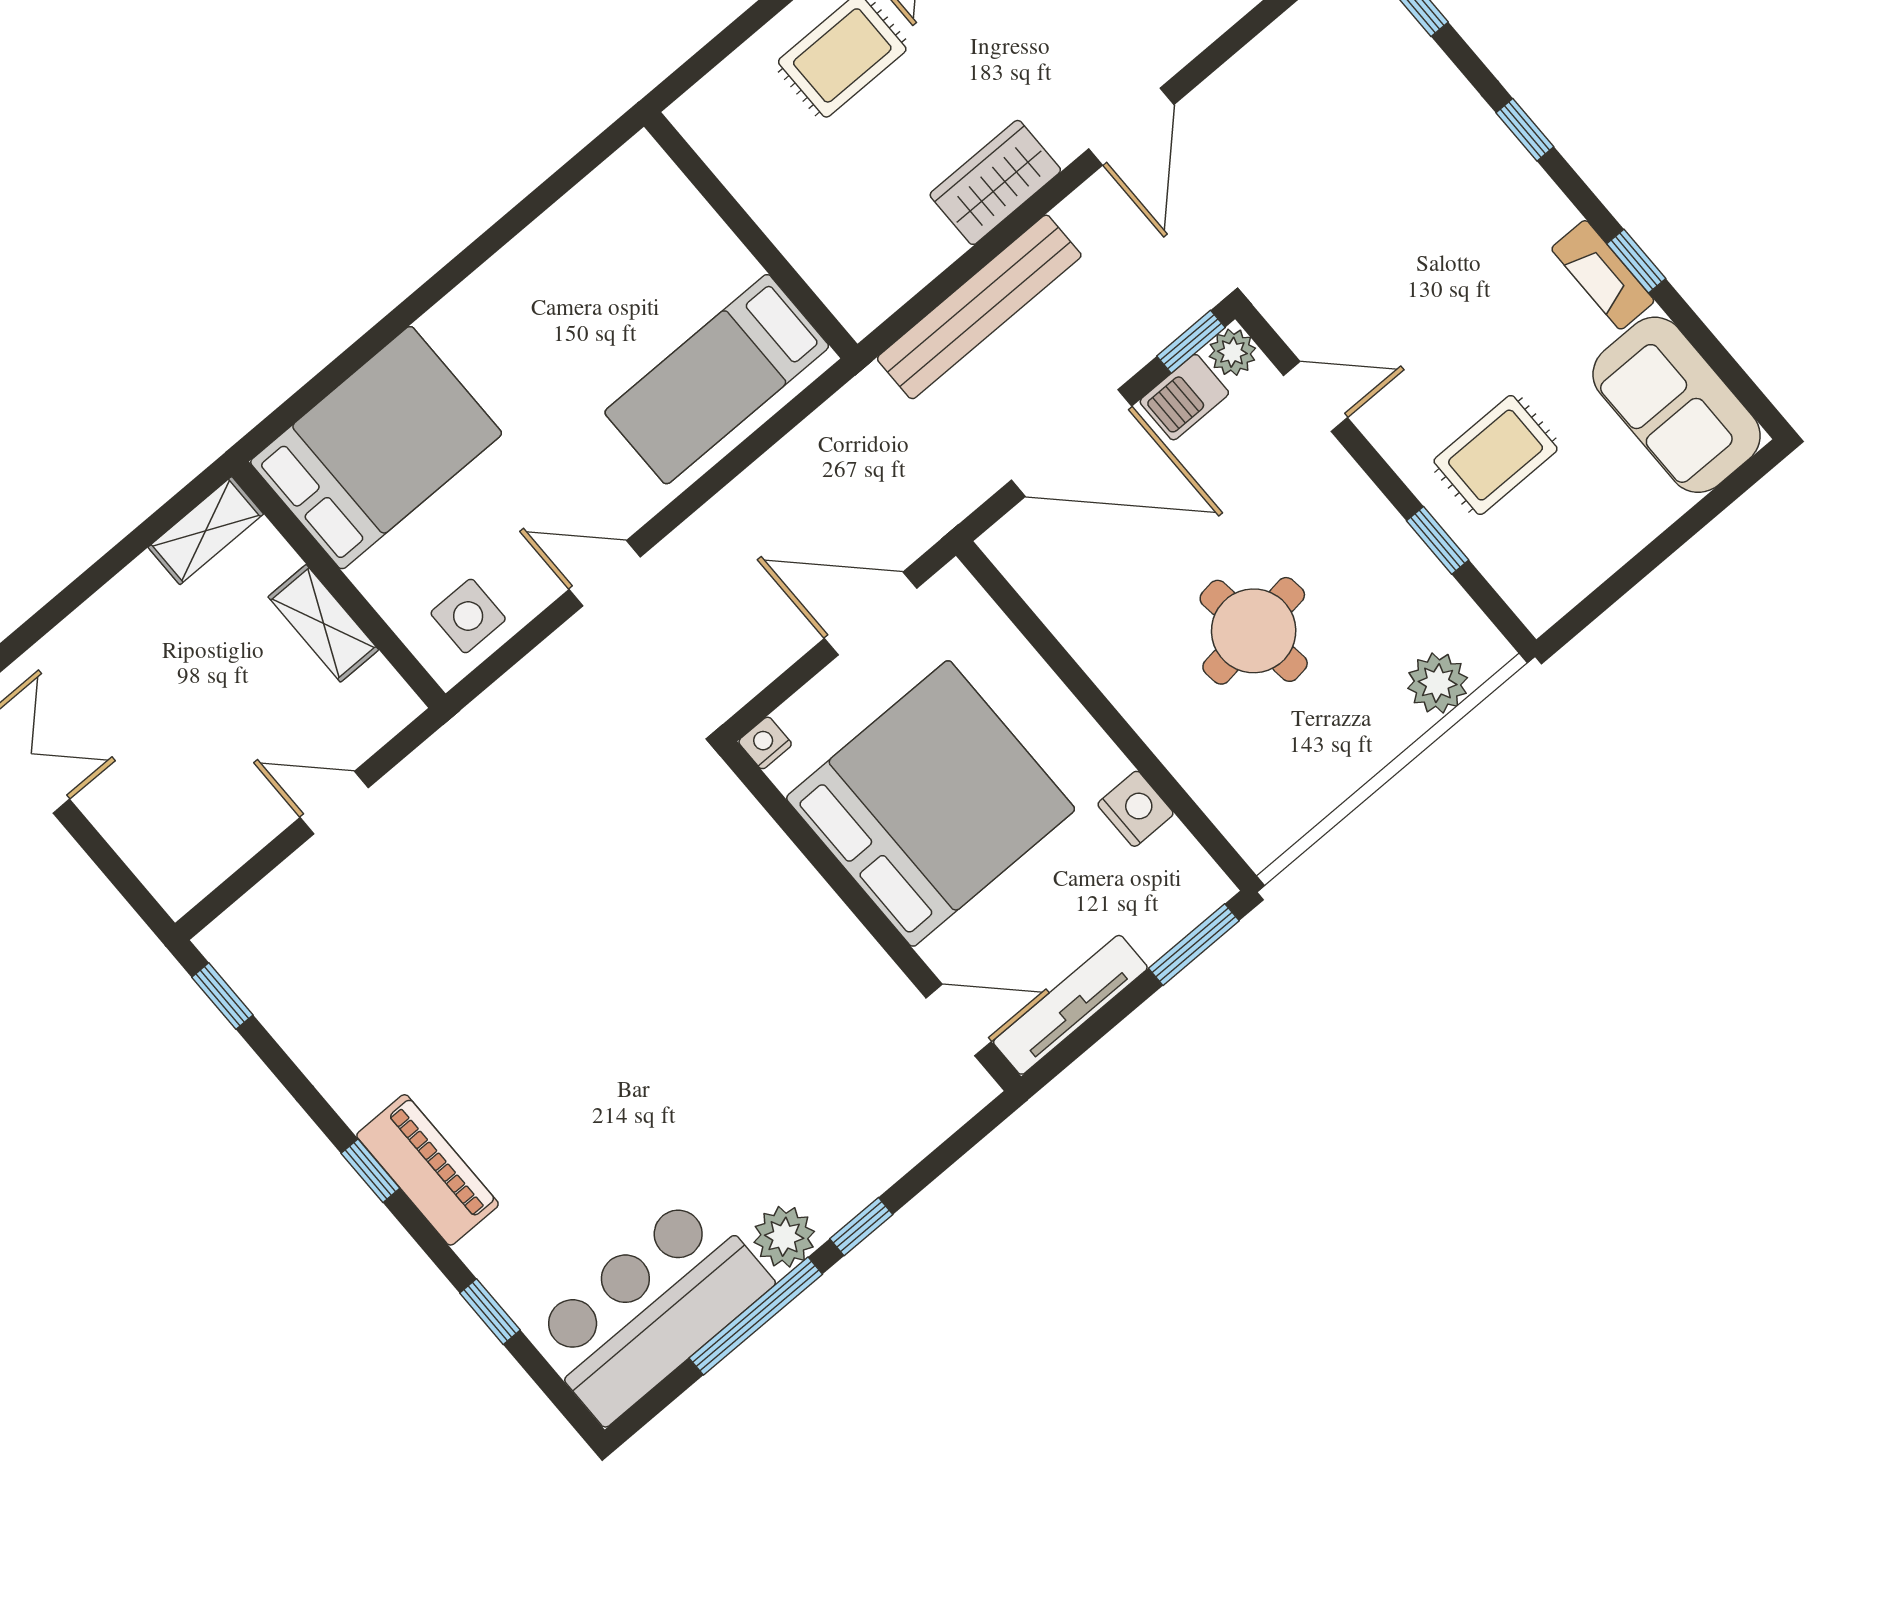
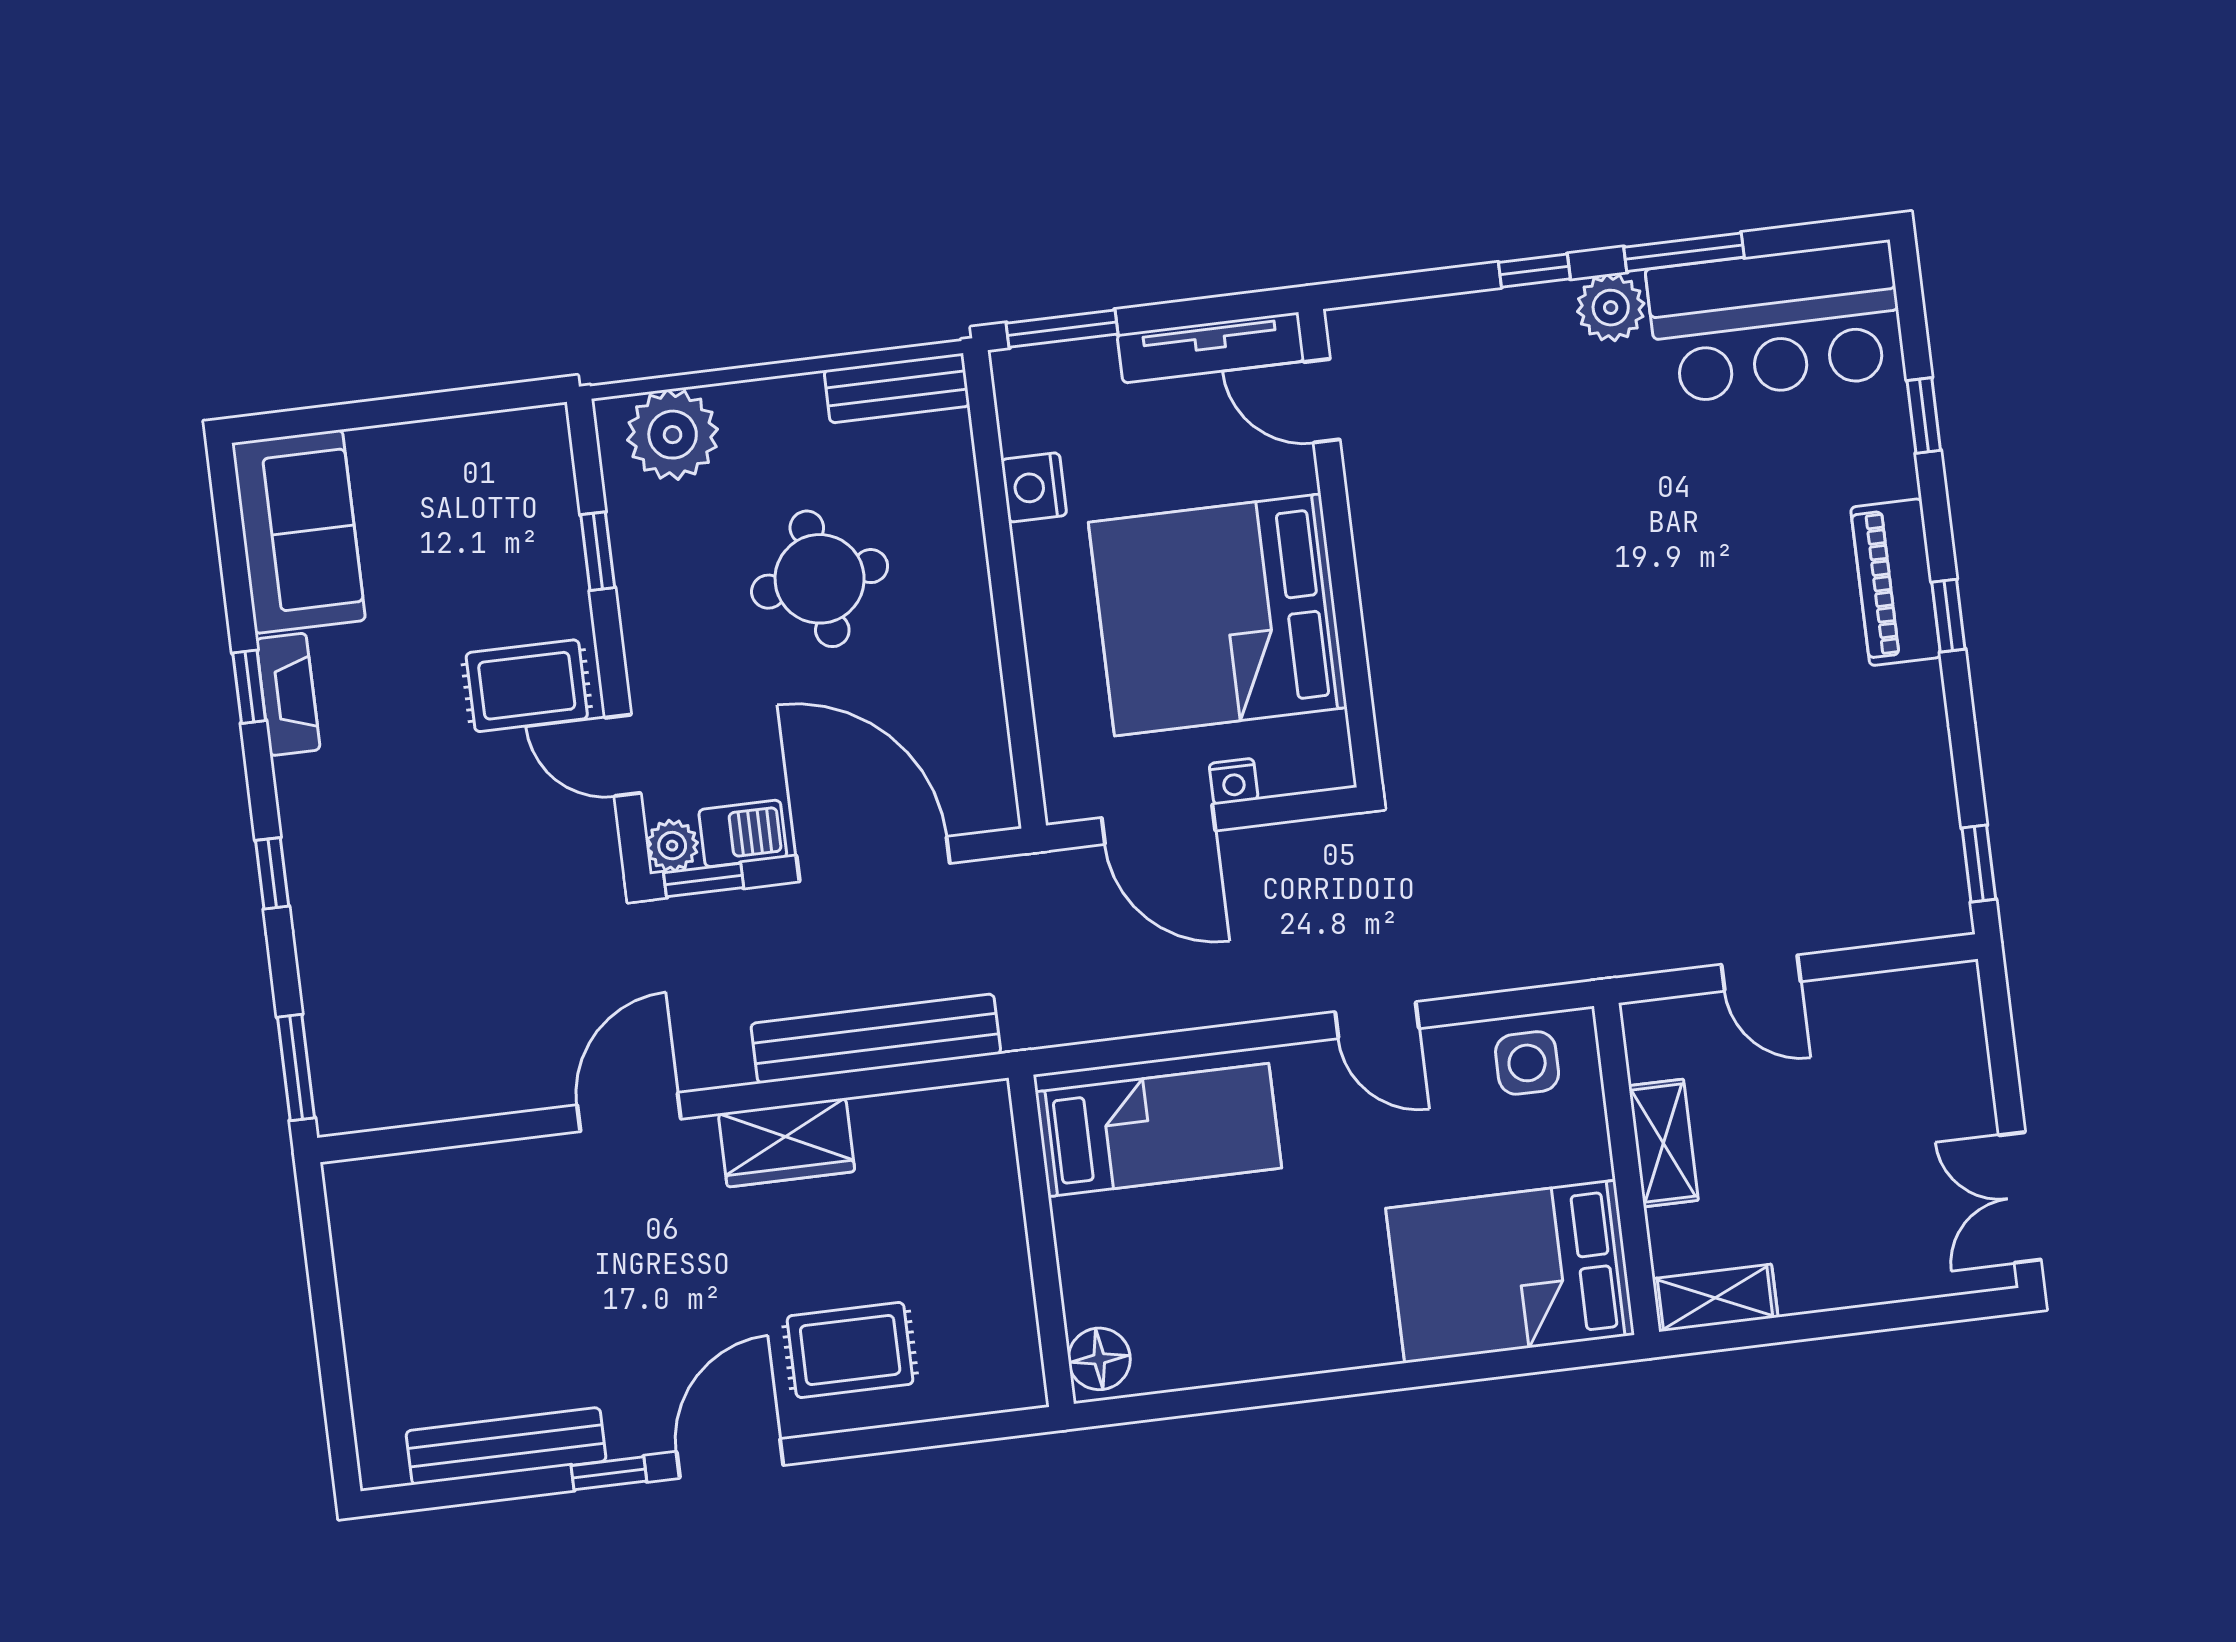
floor lamp: (647, 174) -> (1099, 1359), added
rug: (1496, 455) -> (527, 686), moved
plant: (1438, 683) -> (673, 435), width x1.36, depth x1.36
nightstand: (765, 743) -> (1234, 781), moved
bench: (1290, 816) -> (897, 388), added
window: (756, 1316) -> (1684, 252), width x0.69

